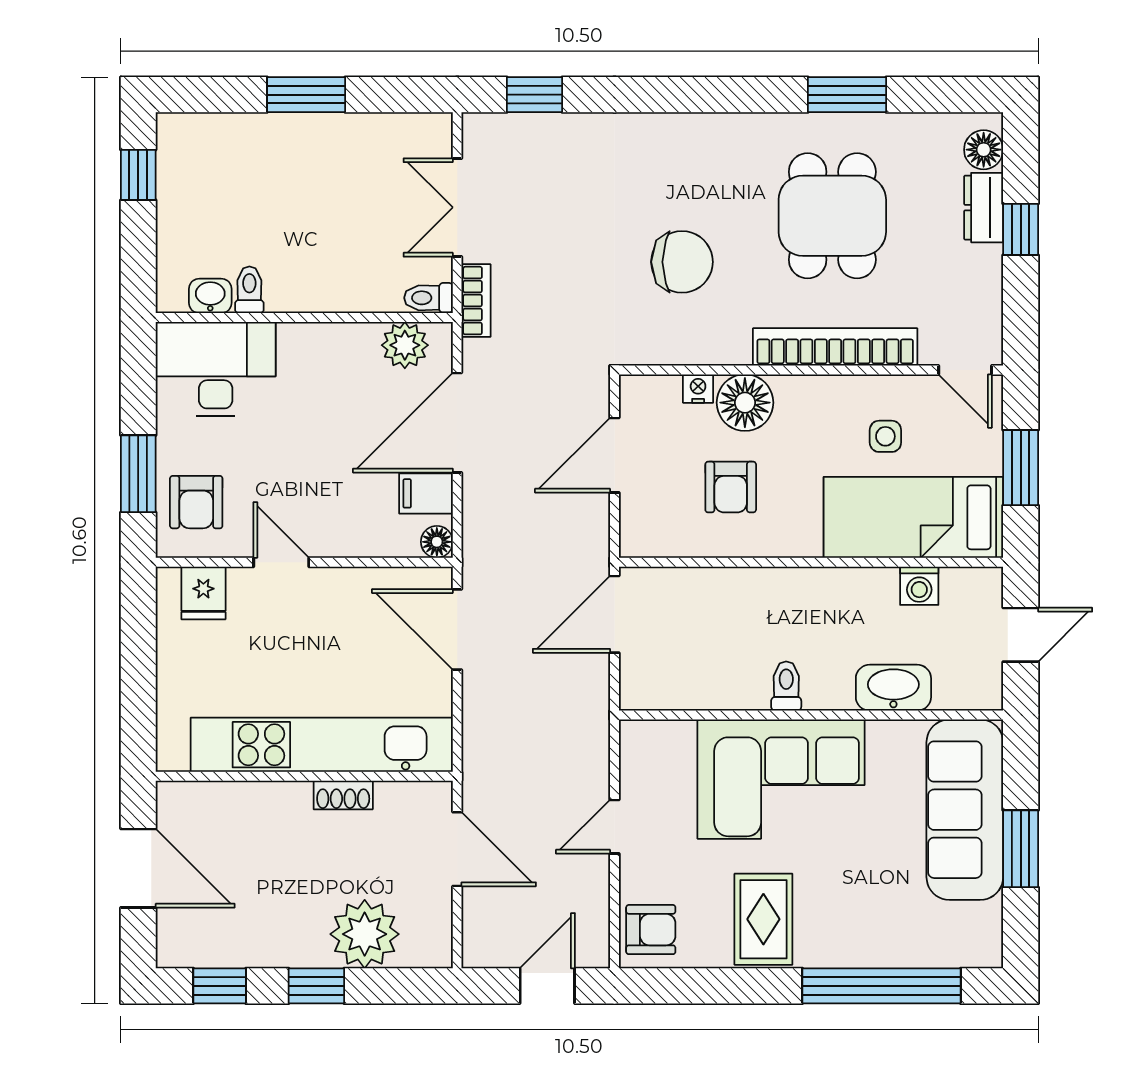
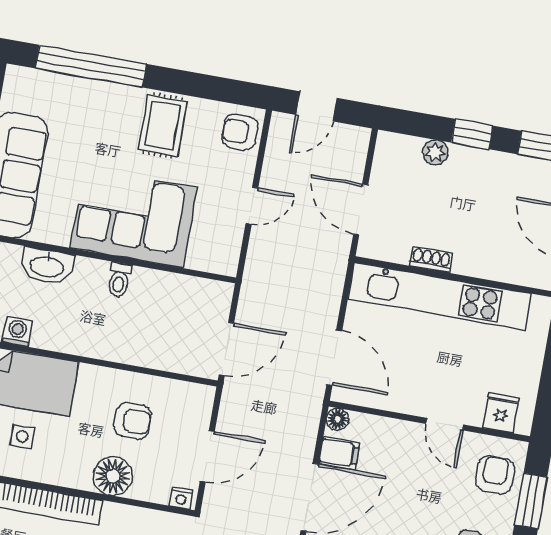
nightstand: (698, 389) -> (181, 498), moved
armchair: (731, 487) -> (133, 421), turned 90
plant: (365, 934) -> (435, 152), width x0.53, depth x0.53

